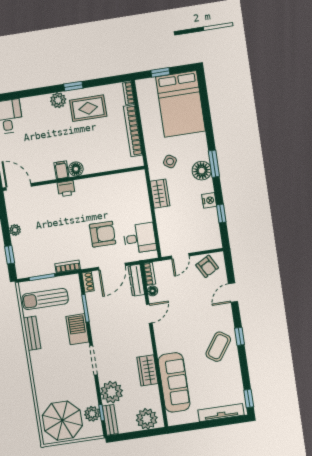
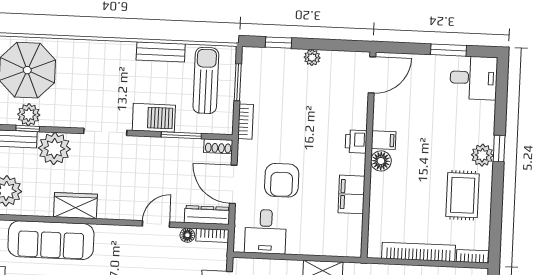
window: (73, 86) -> (499, 149), moved
filing cabinet: (103, 184) -> (352, 194), added
door: (149, 314) -> (156, 224), swing flipped

